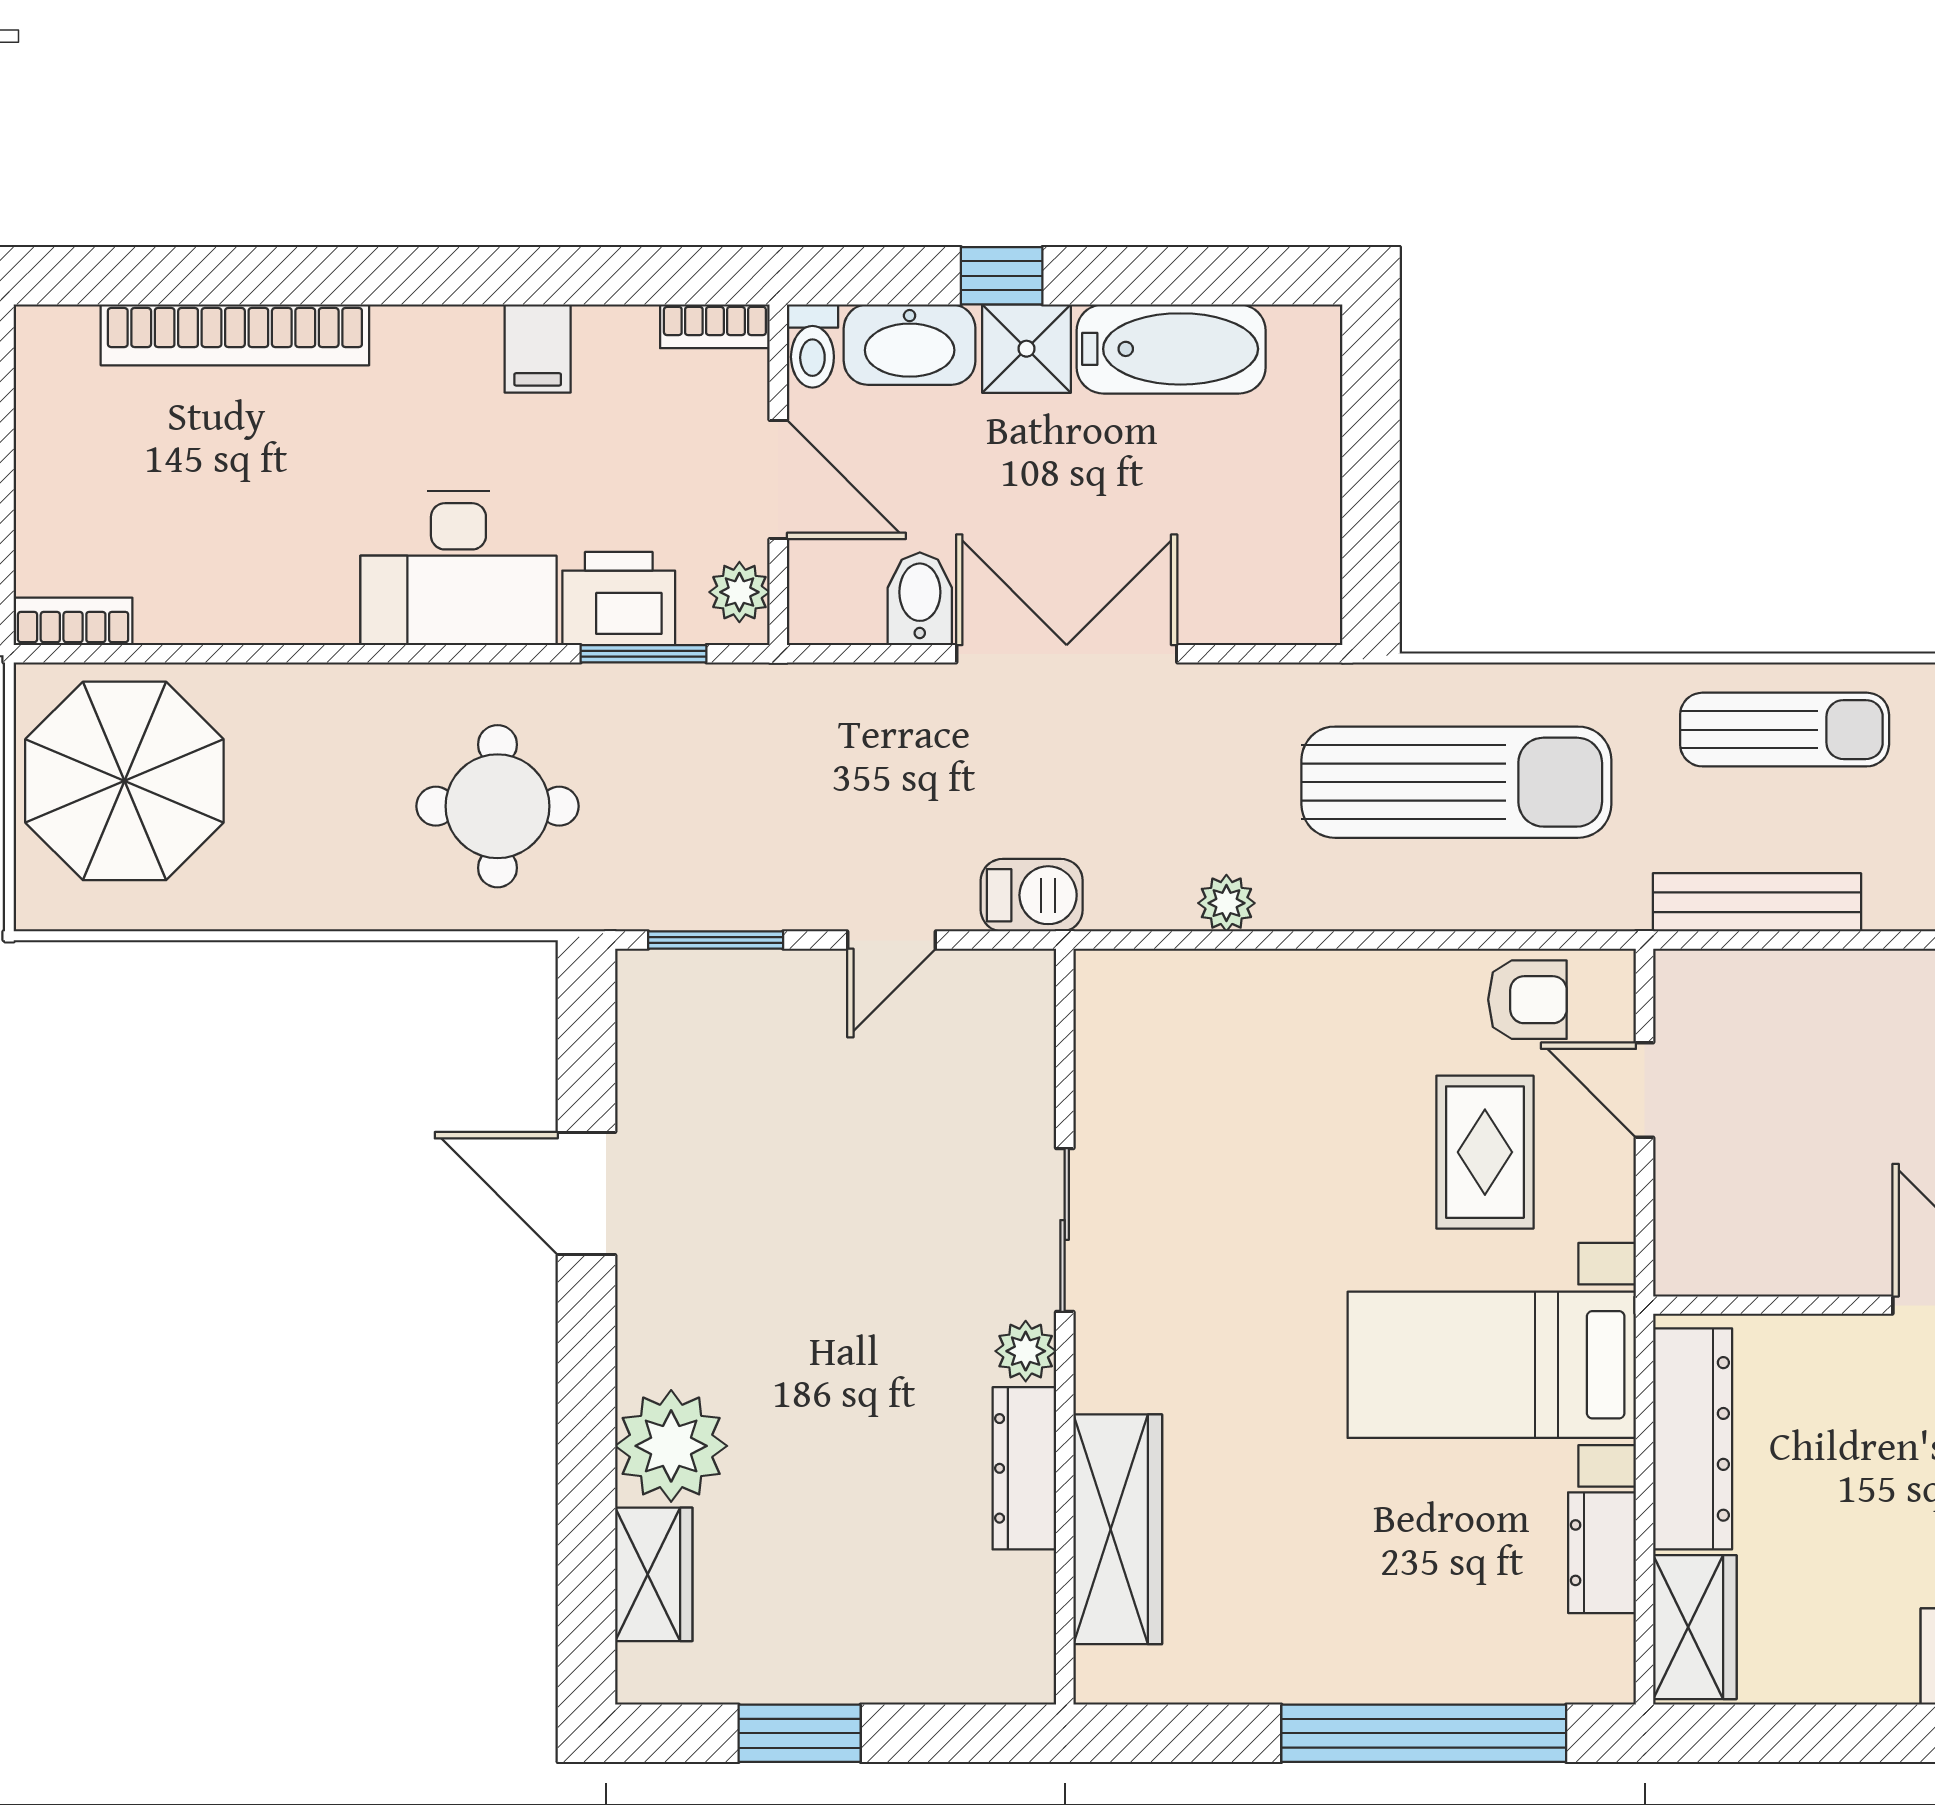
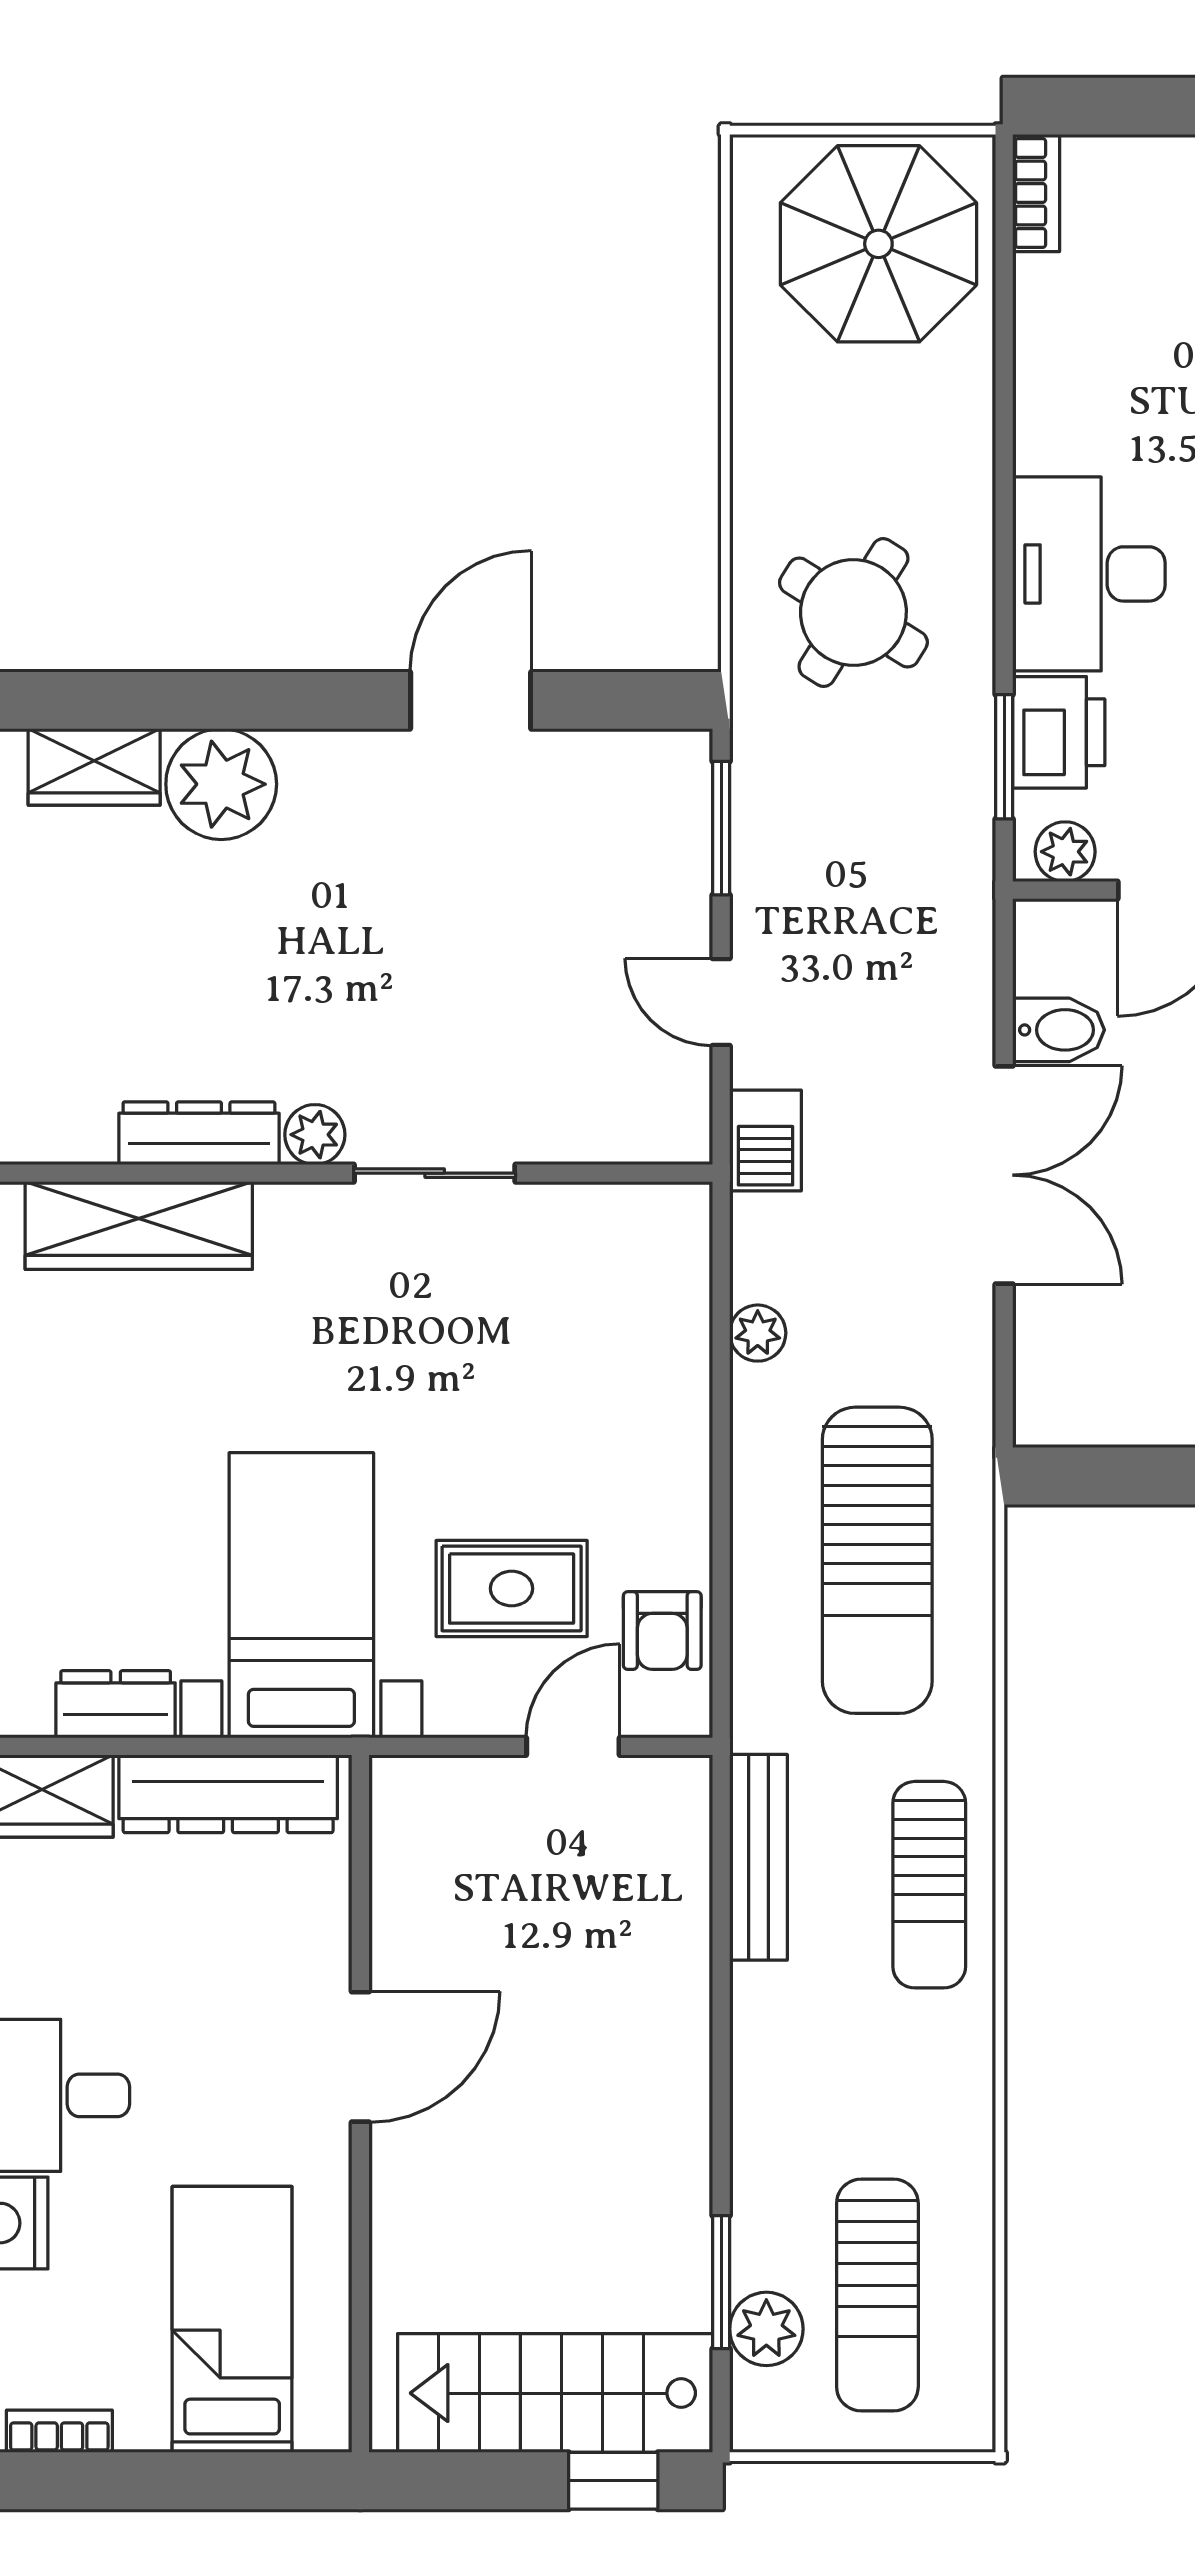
round table: (497, 806) -> (853, 613), turned 32

